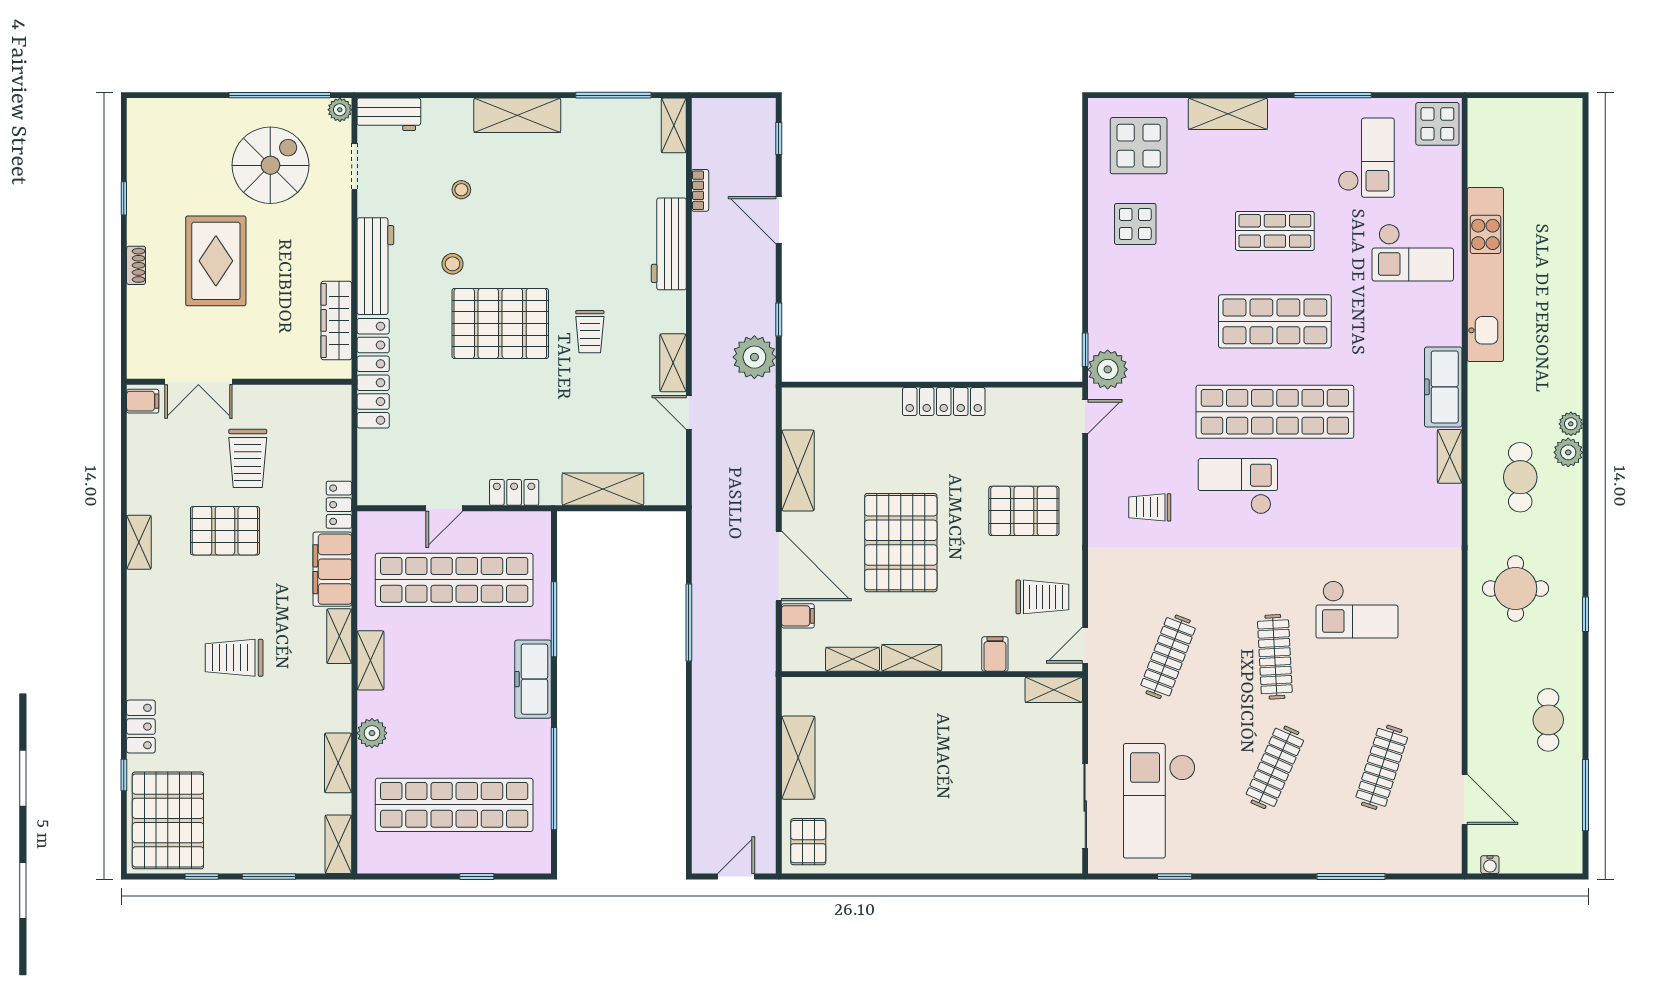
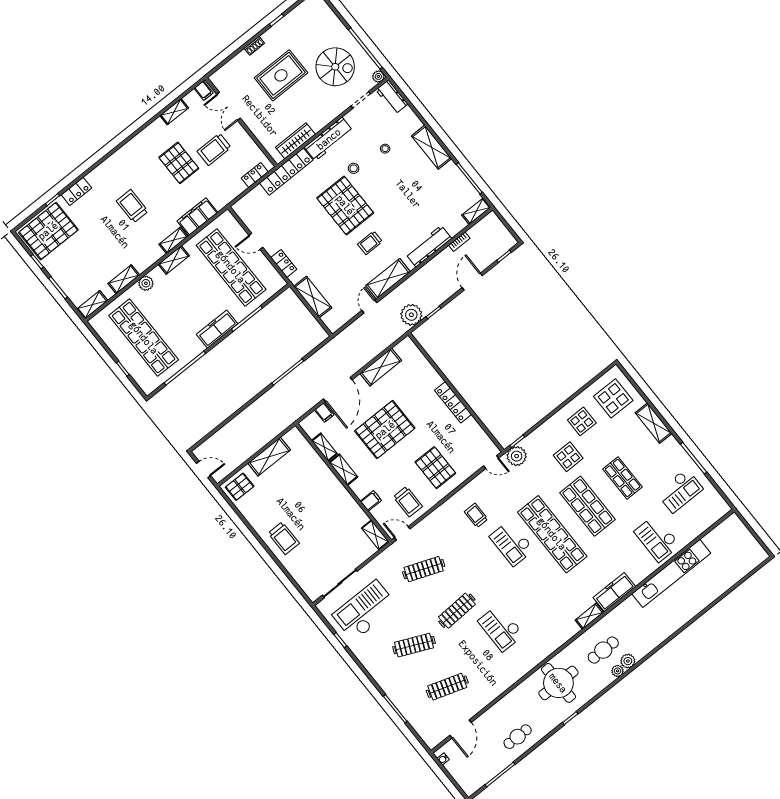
display table: (1437, 124) -> (568, 457), moved
shelving: (673, 363) -> (388, 279), width x1.50, depth x1.33
plant: (1571, 424) -> (618, 671), moved
checkout: (1238, 486) -> (512, 543), turned 180
locker: (339, 505) -> (255, 175), moved
shelving: (139, 542) -> (174, 112), moved
round table: (1516, 589) -> (558, 683), width x1.36, depth x1.36
trolley: (944, 837) -> (284, 538), added

